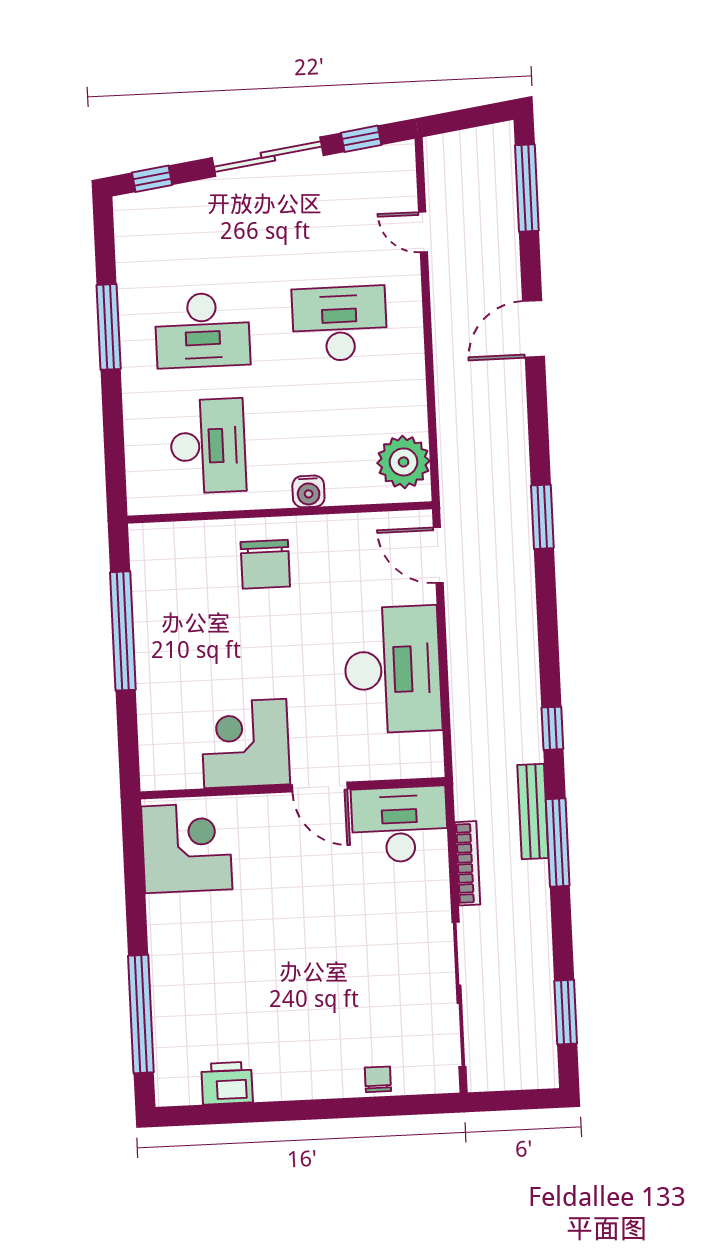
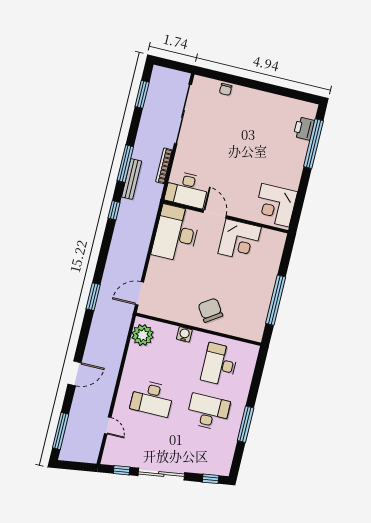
door: (438, 555) -> (140, 293), swing flipped
chair: (265, 564) -> (210, 310), turned -34
desk: (393, 670) -> (176, 234), moved
printer: (227, 1083) -> (304, 128), moved, turned 90

